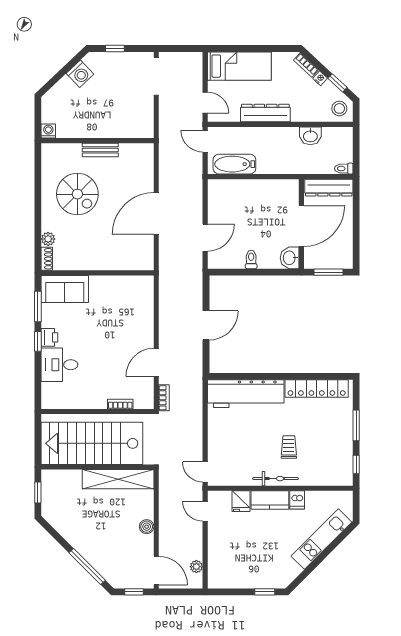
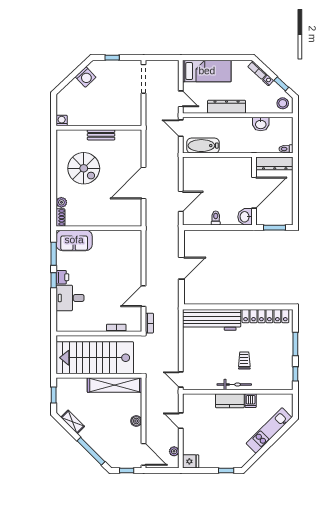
fridge: (241, 501) -> (191, 461), moved, turned -90
door: (205, 511) -> (181, 421), moved
shelving: (63, 528) -> (73, 422), added

